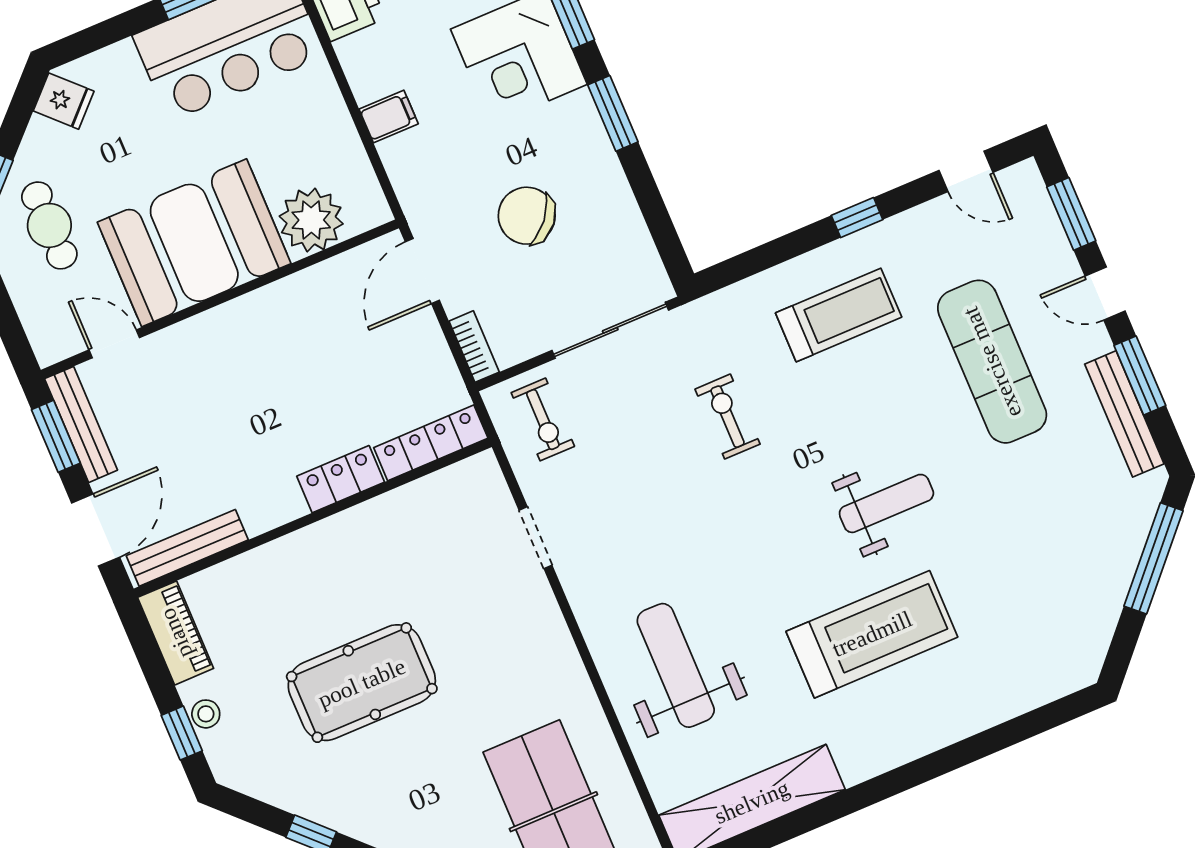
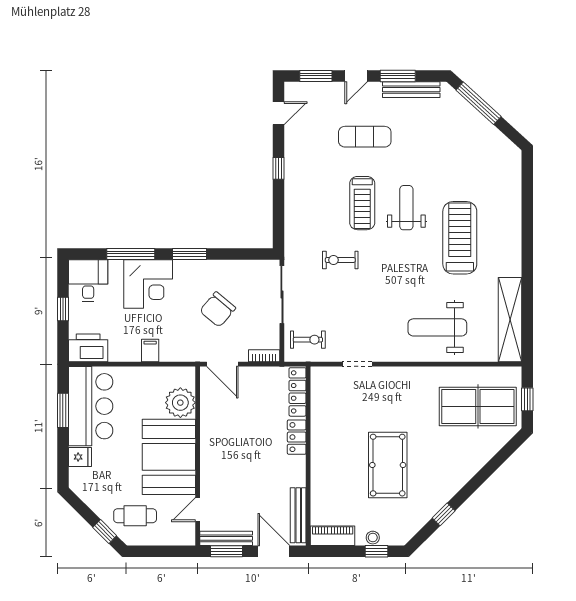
fridge: (64, 101) -> (80, 457), moved, turned 45
treadmill: (839, 315) -> (362, 203), moved, turned 180
exercise mat: (992, 362) -> (365, 137), width x0.73, depth x0.69

